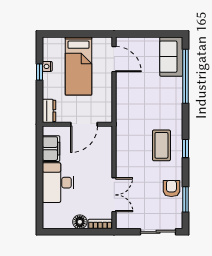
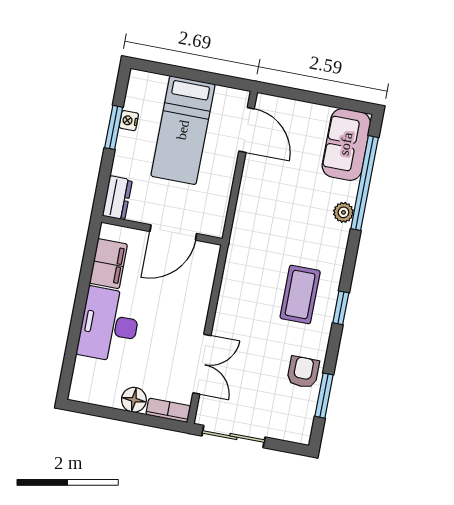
window: (40, 72) -> (114, 127), width x1.50
plant: (177, 95) -> (343, 212), added
sliding door: (158, 232) -> (233, 437), moved

